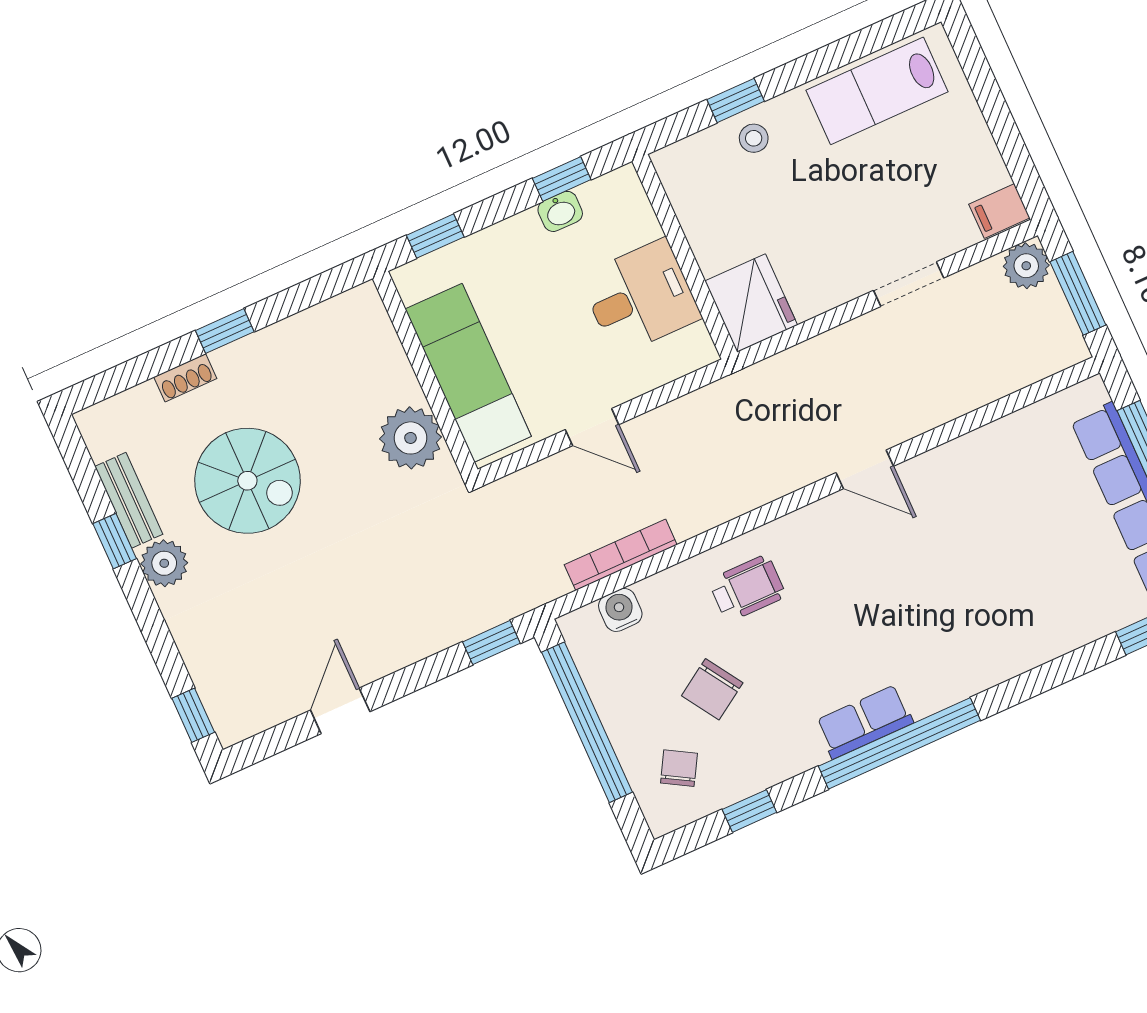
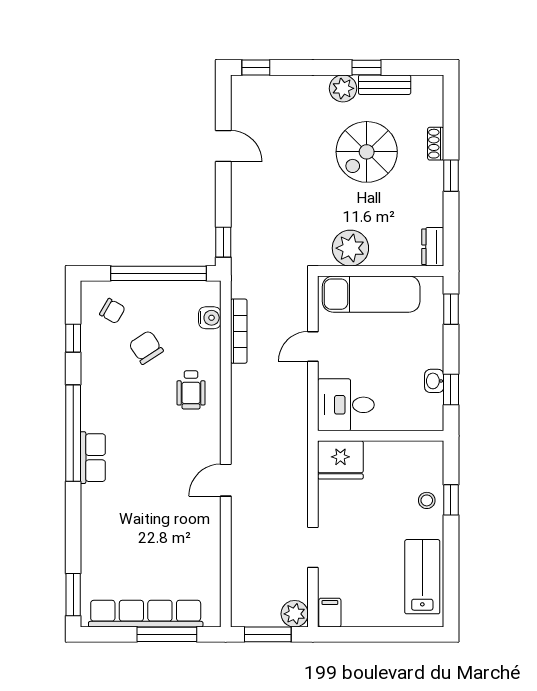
desk: (640, 297) -> (346, 405), moved, turned 90
dresser: (350, 309) -> (433, 247), added
row of seats: (864, 722) -> (93, 458), moved

